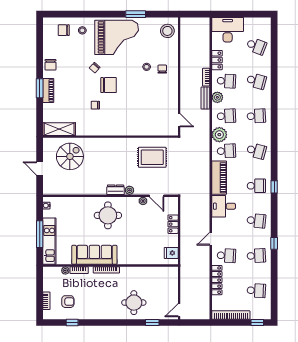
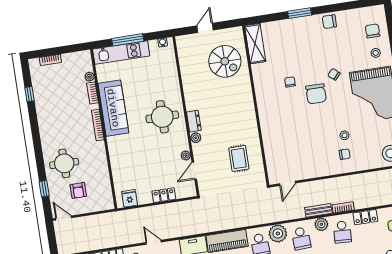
piano: (48, 90) -> (299, 24), removed
rug: (152, 157) -> (239, 158), width x0.73, depth x0.70
armchair: (68, 302) -> (78, 190), moved

